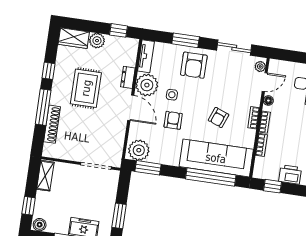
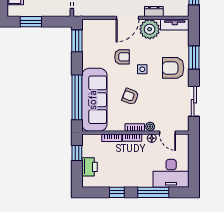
plant: (260, 66) -> (150, 127), moved
side table: (172, 95) -> (142, 69), moved
plant: (139, 150) -> (91, 31), removed

